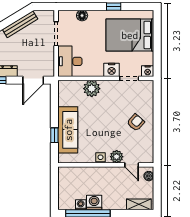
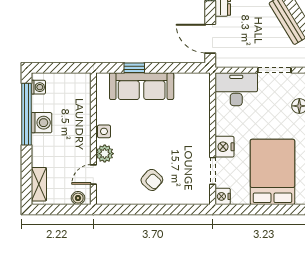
plant: (92, 89) -> (199, 119), removed
washing machine: (81, 205) -> (38, 87), moved

